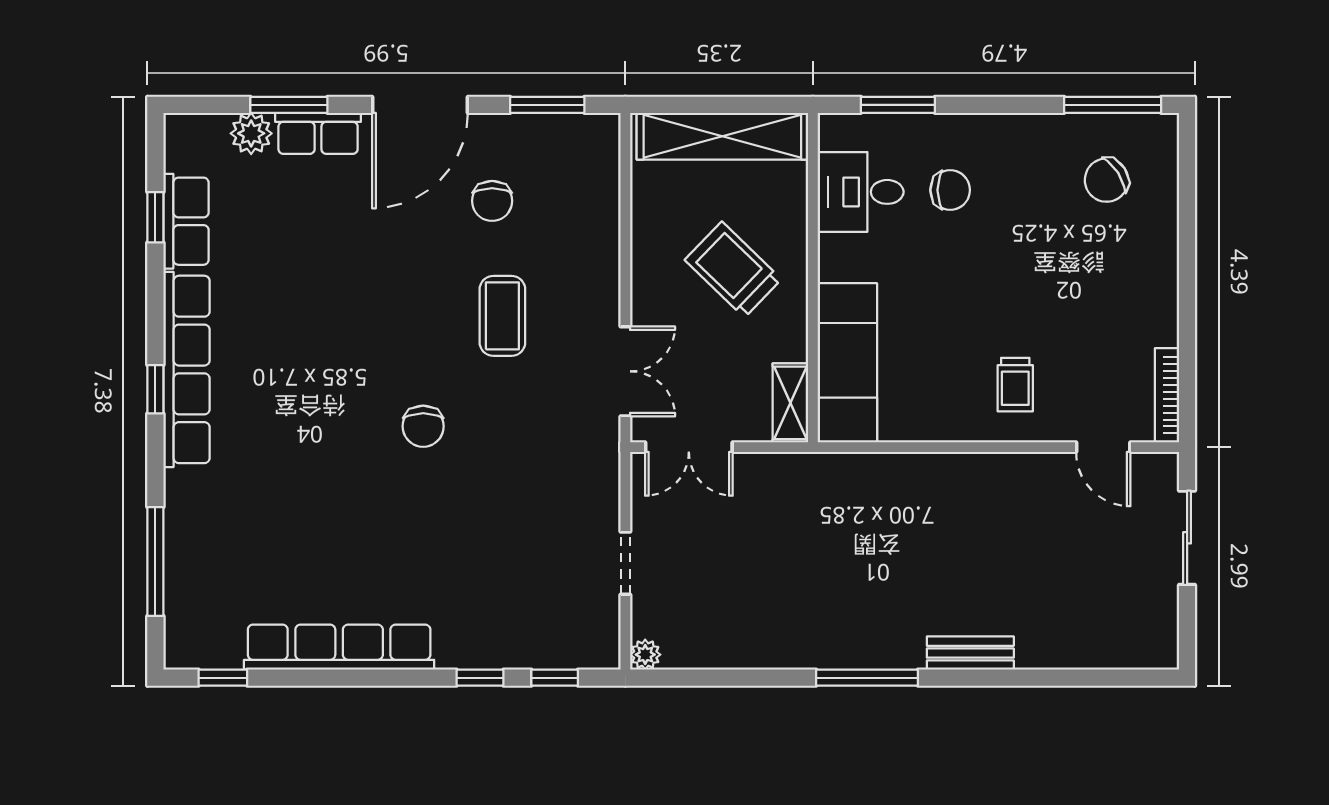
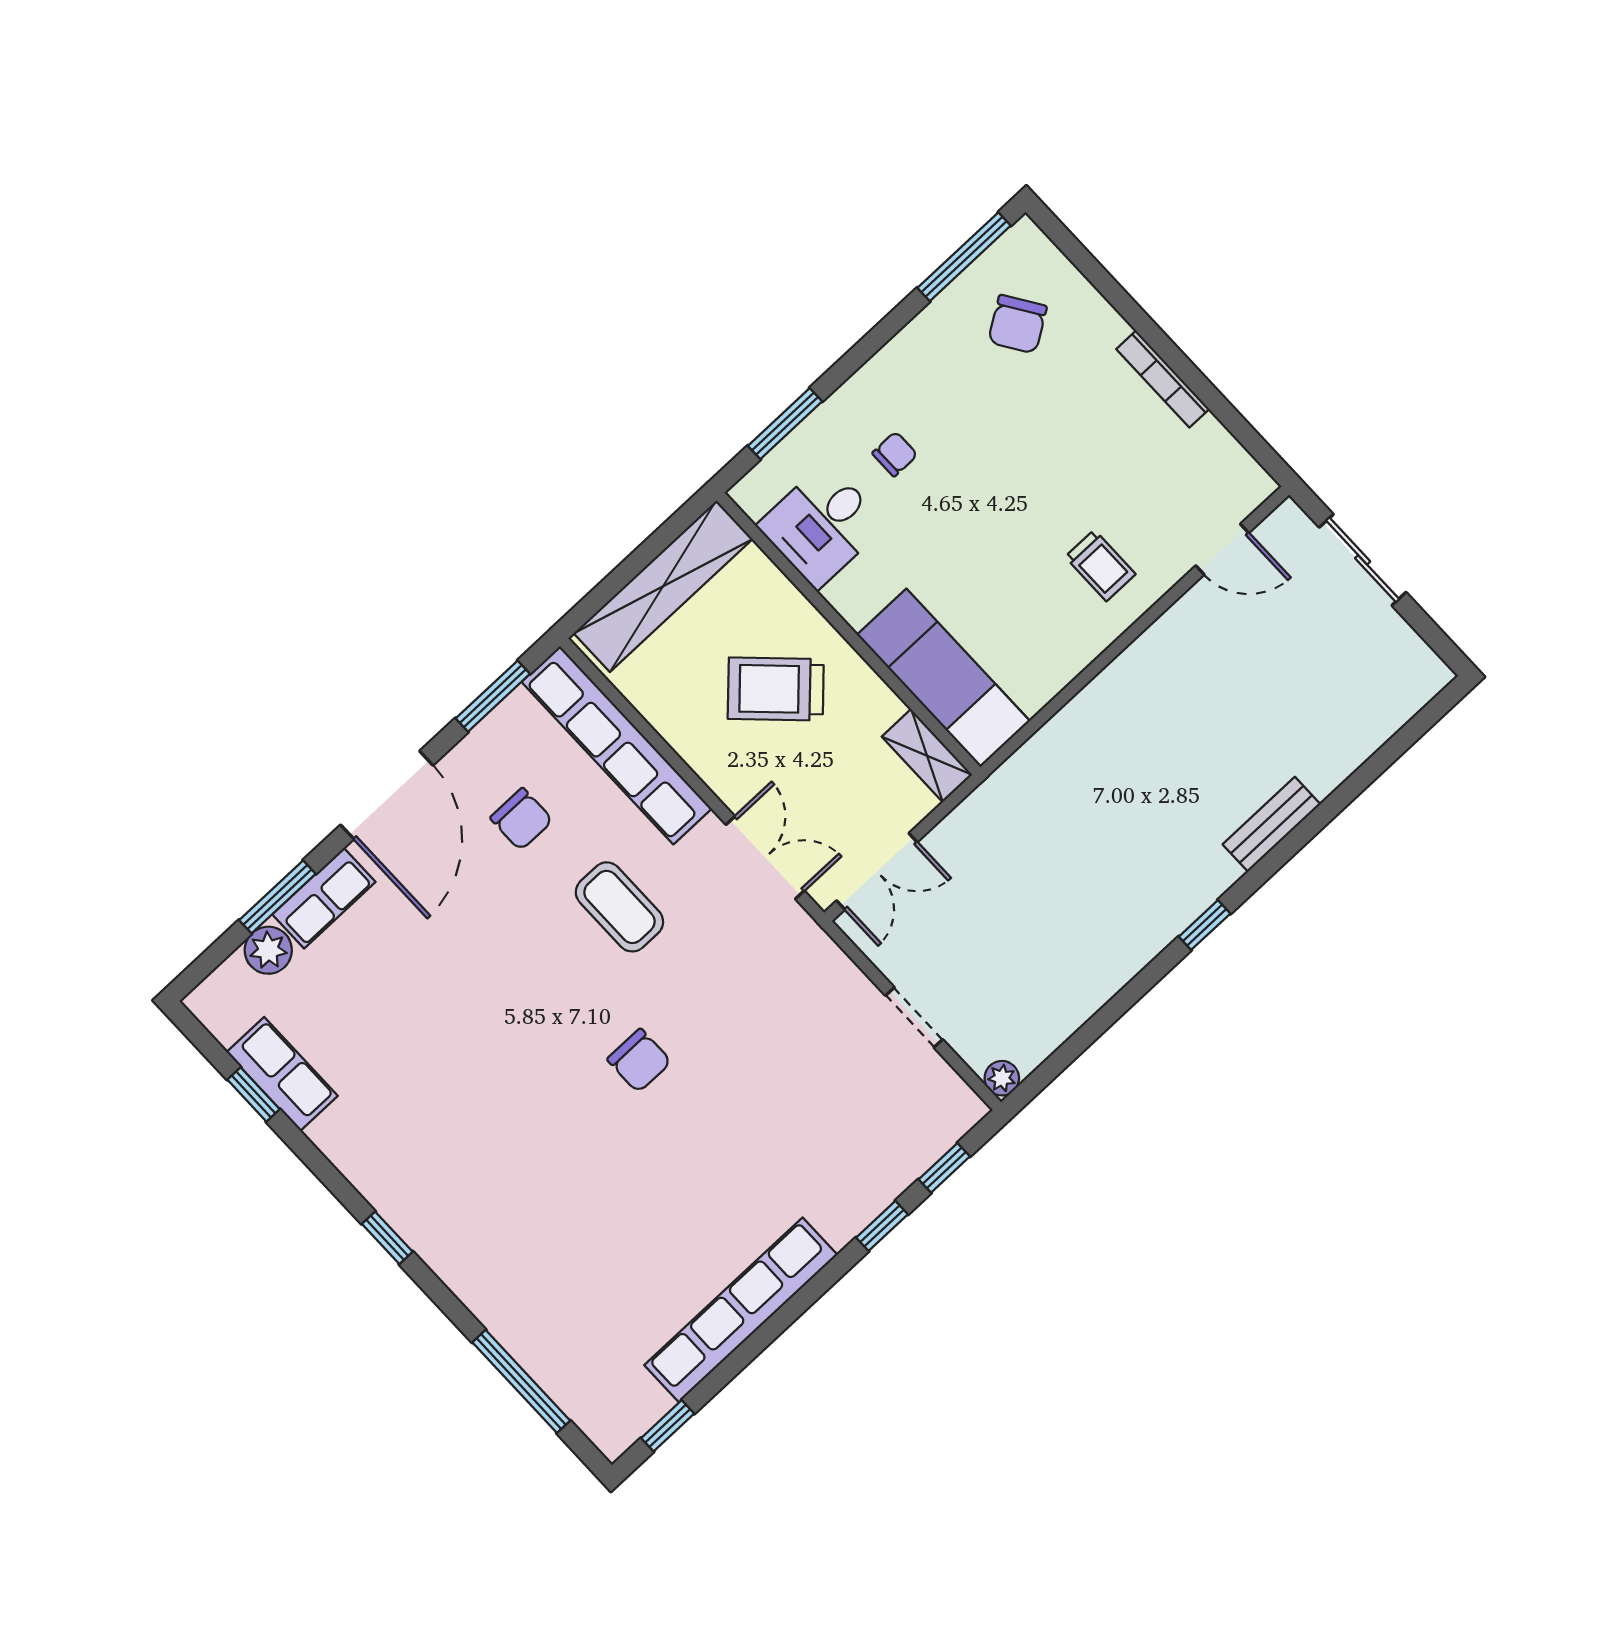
chair: (950, 190) -> (895, 454), width x0.73, depth x0.73
row of seats: (187, 369) -> (617, 745), moved, turned 180
bookcase: (1167, 395) -> (1163, 379), moved
window: (867, 678) -> (1205, 925), width x0.46

